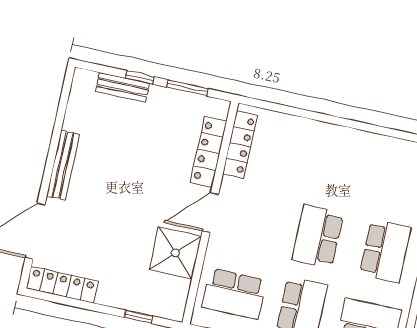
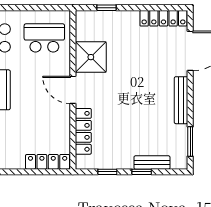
window: (187, 88) -> (107, 172), width x0.67
window: (63, 105) -> (190, 141), added
locker: (240, 145) -> (48, 162), moved, turned 90
door: (210, 213) -> (73, 90), swing flipped

